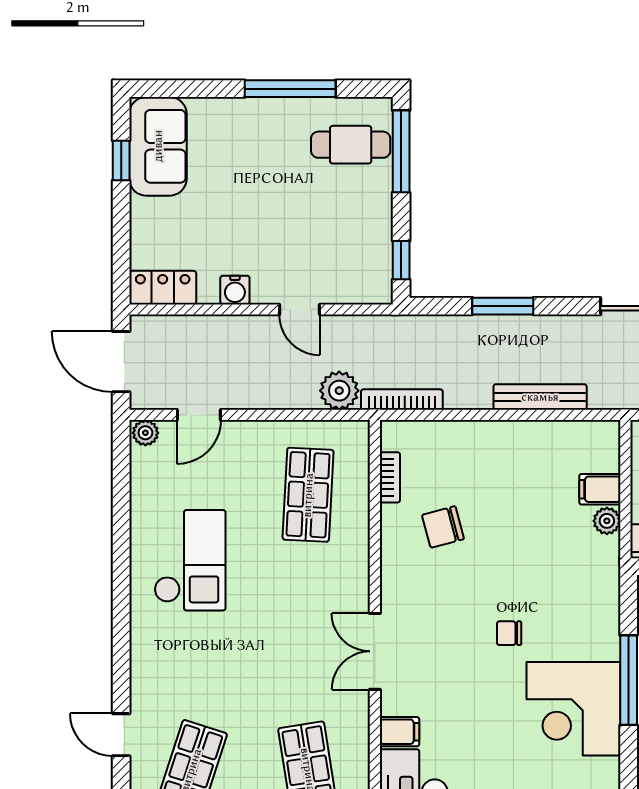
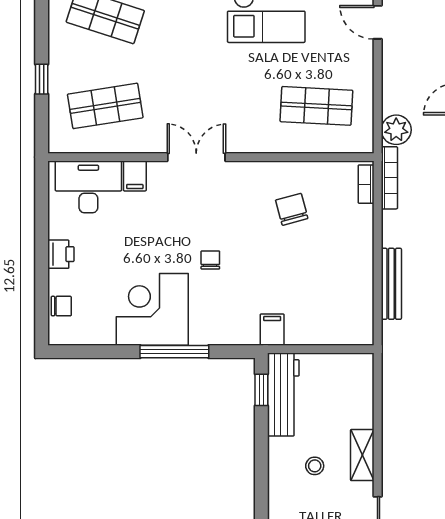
bookcase: (390, 477) -> (366, 184), moved, turned 90
filing cabinet: (600, 489) -> (272, 330), moved
plant: (607, 521) -> (296, 335), removed

